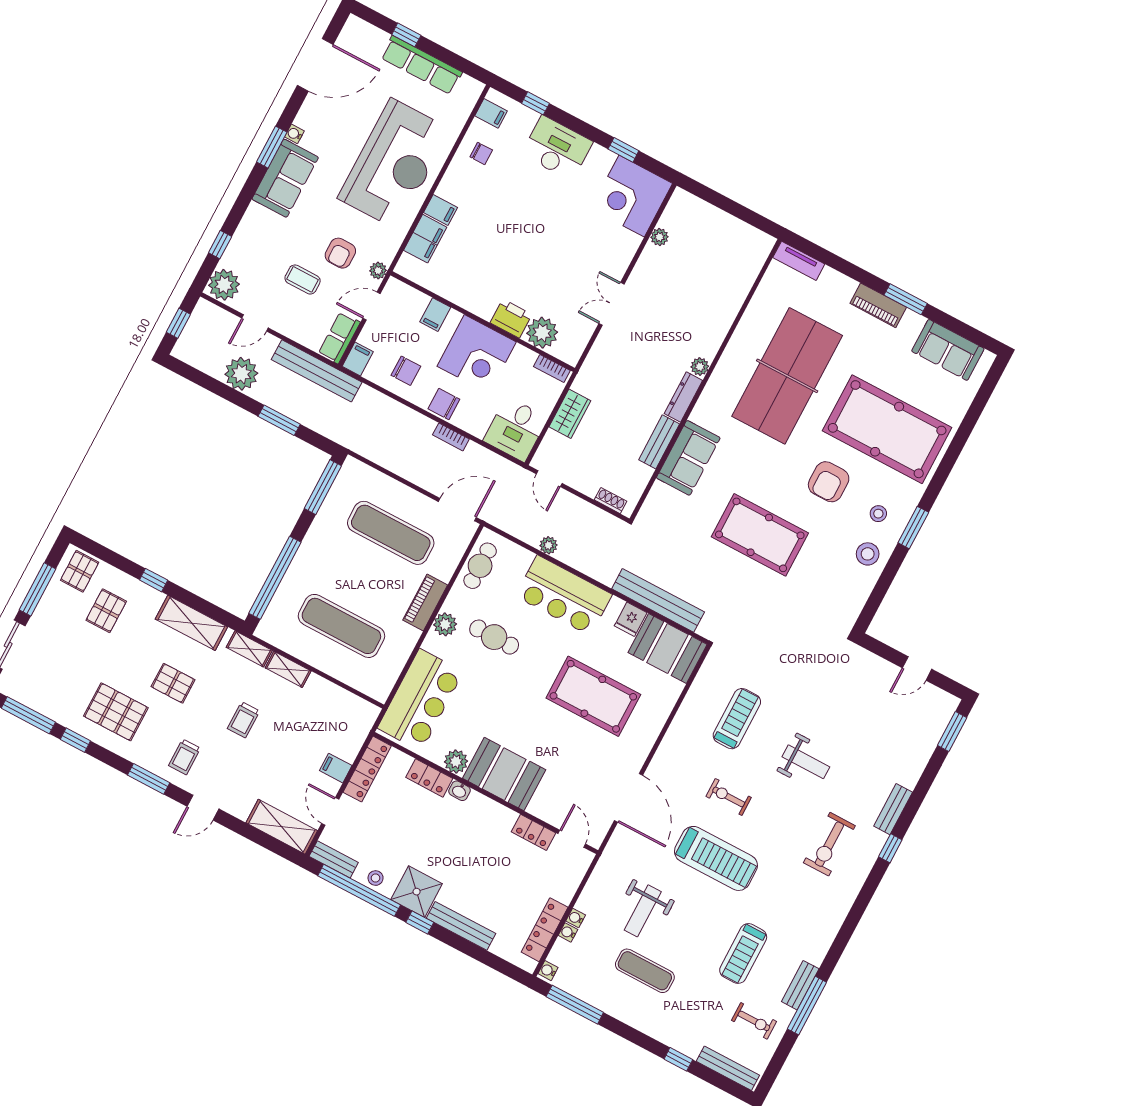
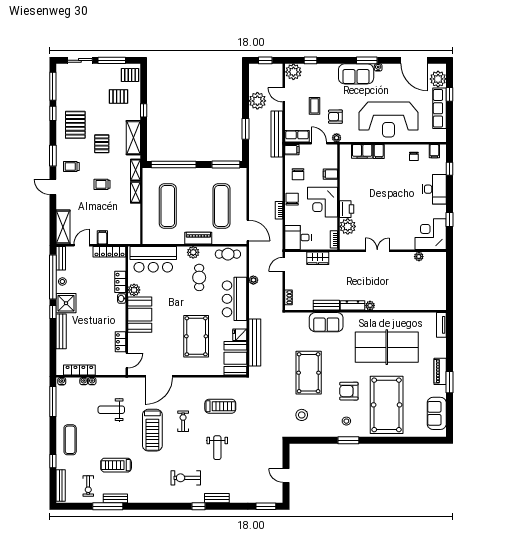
plant: (369, 41) -> (438, 79), added
stool: (868, 554) -> (302, 415), moved
exercise mat: (645, 971) -> (70, 440), moved

